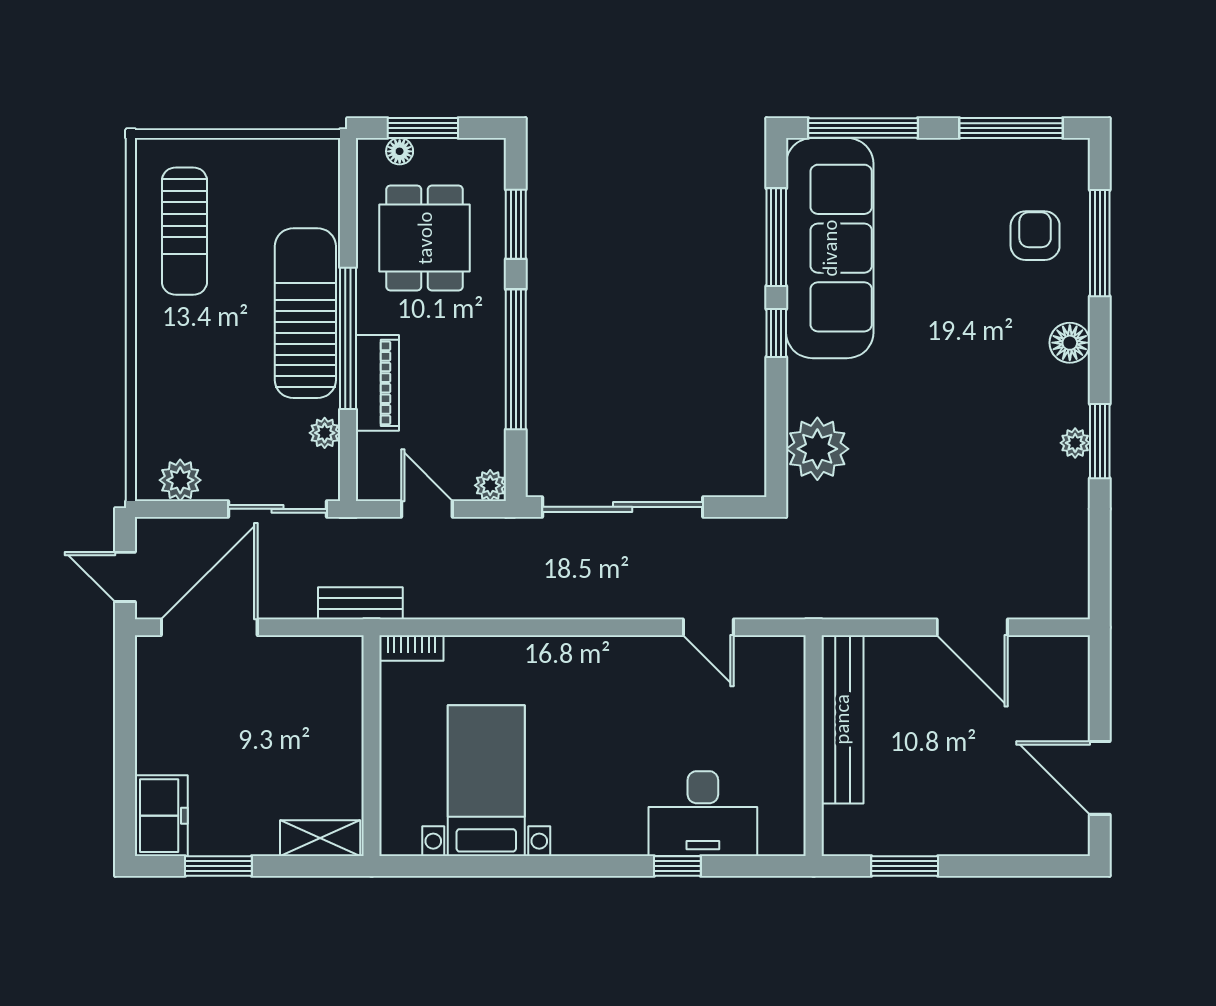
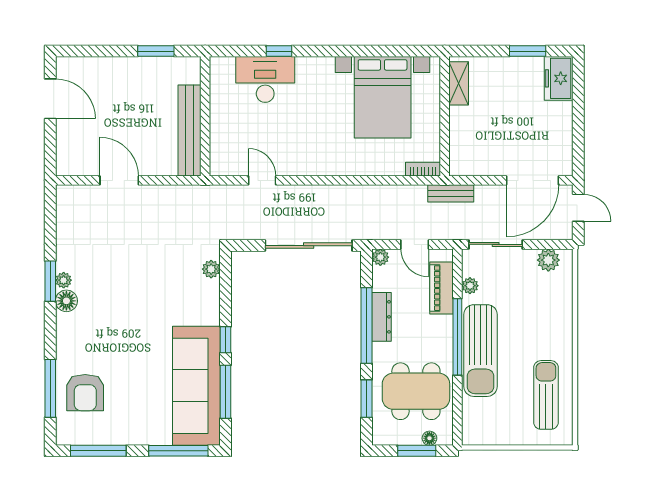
armchair: (1035, 236) -> (85, 393), width x1.38, depth x1.38
dining table: (425, 238) -> (416, 391), width x1.38
floor lamp: (1070, 343) -> (66, 301), moved
dresser: (488, 375) -> (382, 317), added
piano: (377, 383) -> (442, 288), moved
plant: (817, 449) -> (211, 269), width x0.53, depth x0.53
bed with nightstands: (486, 781) -> (383, 97), width x1.36
shelving: (320, 838) -> (459, 83), moved, turned 90

